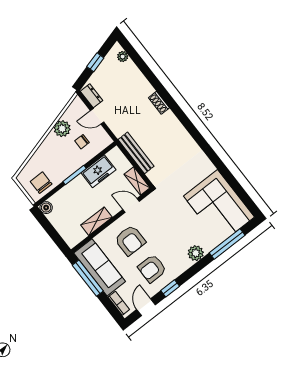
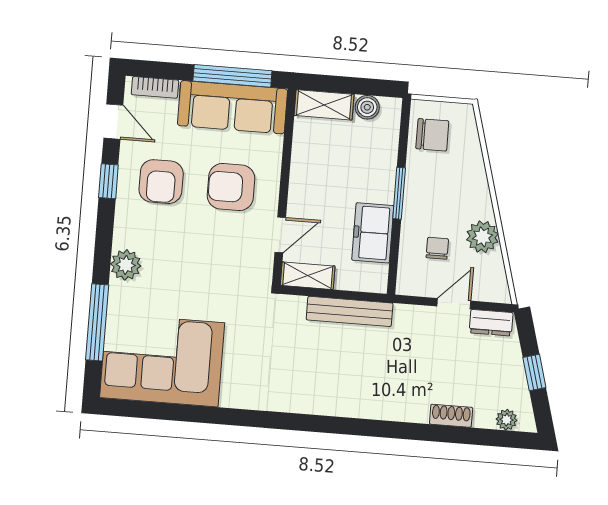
shoe rack: (159, 103) -> (451, 416), moved
boiler: (46, 208) -> (367, 107), moved
shelving: (96, 221) -> (324, 105), moved, turned 90
armchair: (152, 269) -> (161, 182), turned 180

